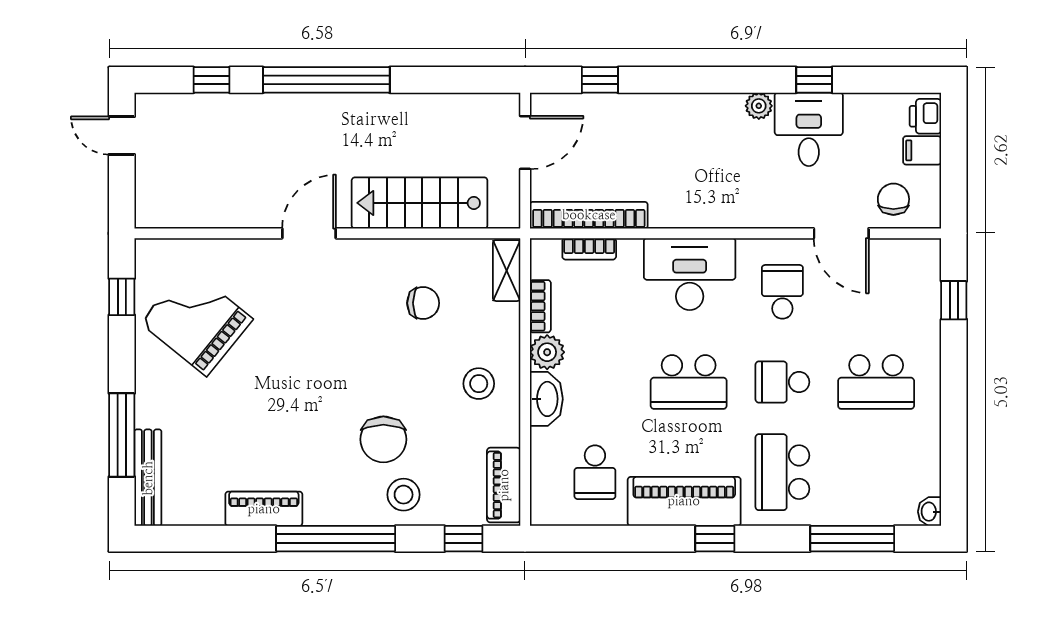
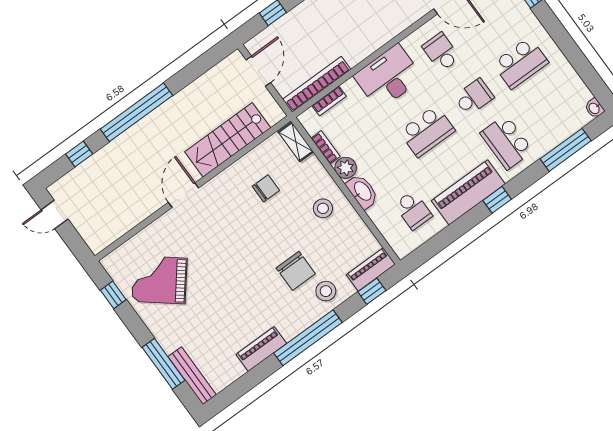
school desk: (782, 382) -> (474, 97), turned 180
piano: (504, 485) -> (371, 269), moved, turned 90

